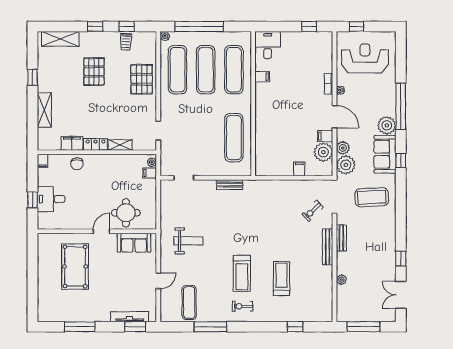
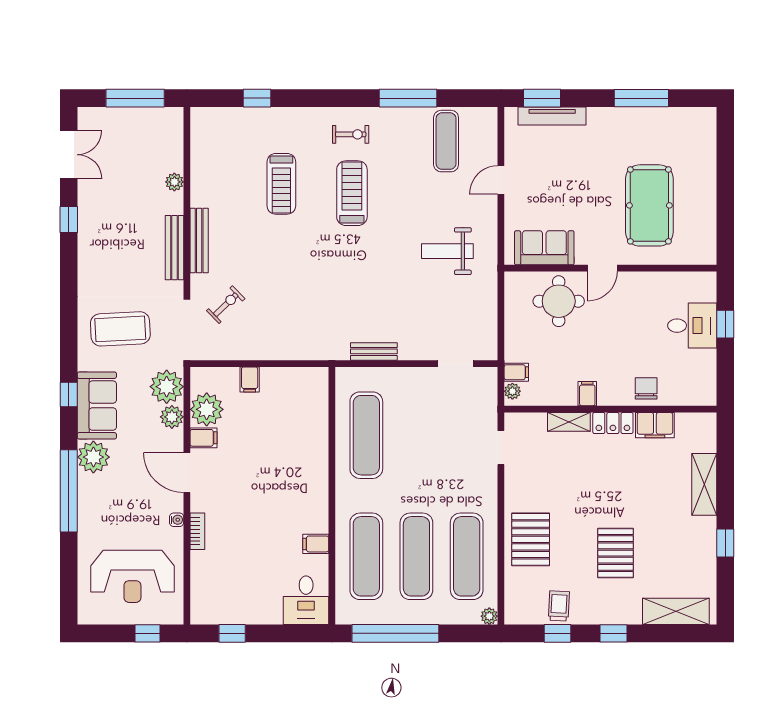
window: (199, 26) -> (395, 633), moved
filing cabinet: (43, 161) -> (587, 394), moved
bench: (341, 238) -> (175, 248), width x1.36

